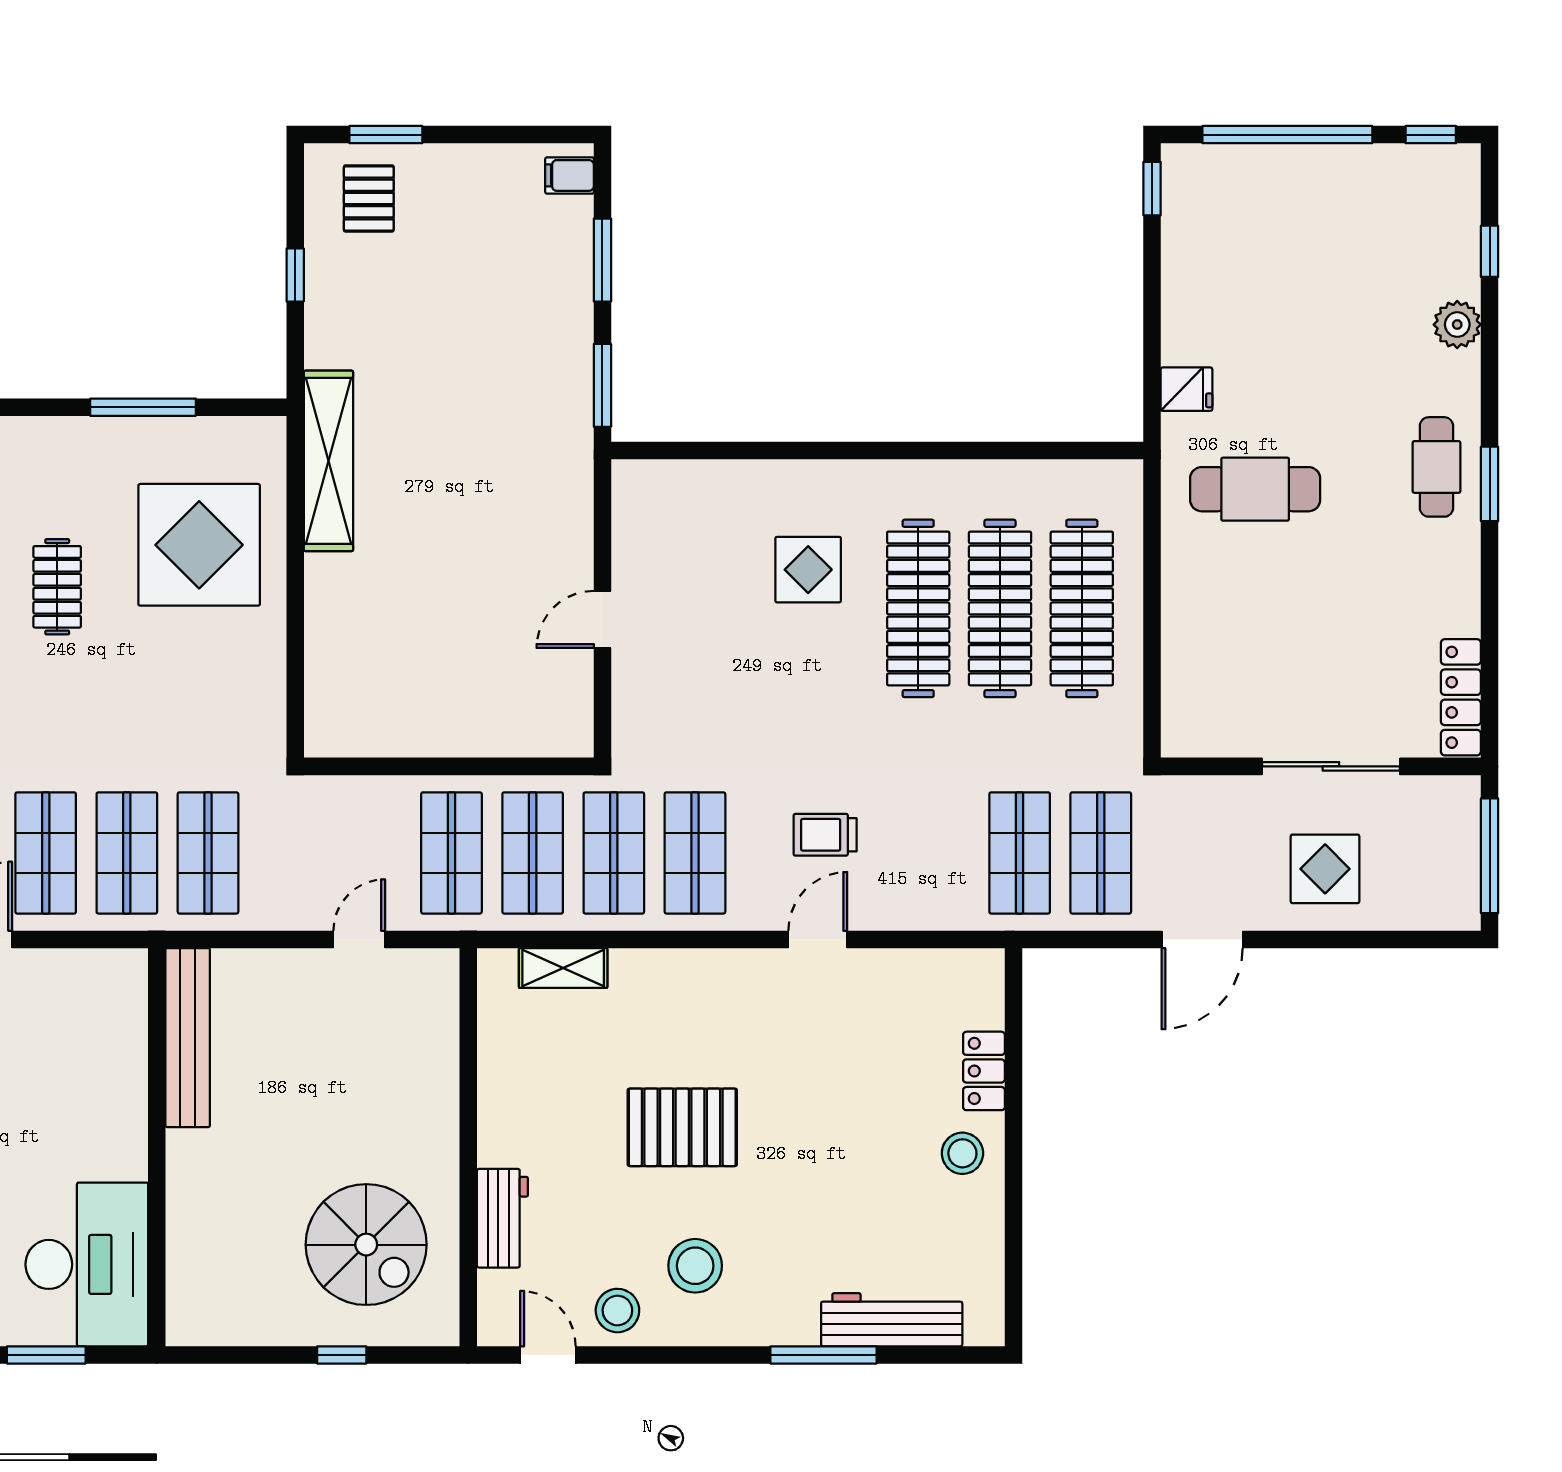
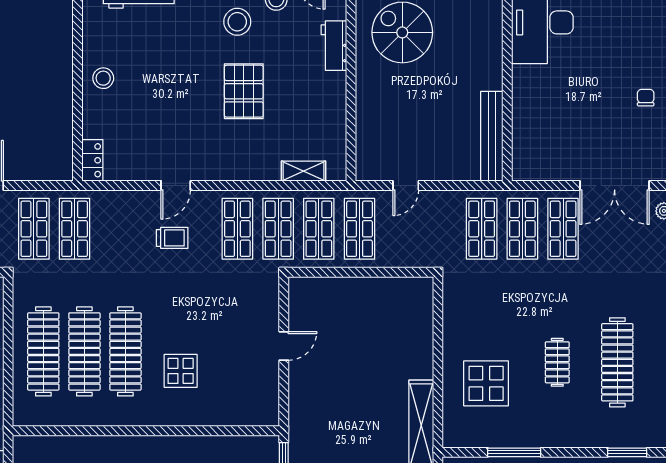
display table: (199, 545) -> (486, 383), width x0.73, depth x0.73
locker: (984, 1071) -> (92, 160), moved
pallet: (682, 1127) -> (244, 91), turned 90

